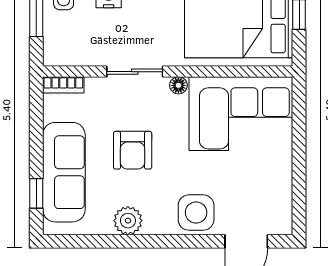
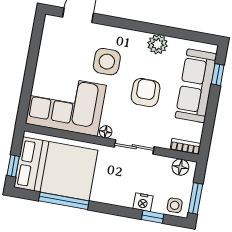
floor lamp: (65, 55) -> (180, 167), added
side table: (196, 213) -> (107, 62), moved

